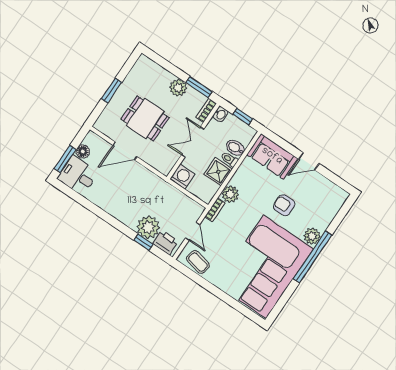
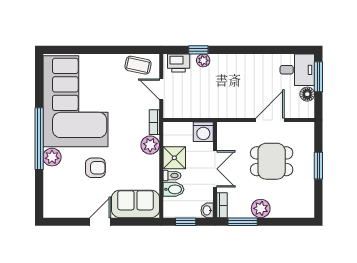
plant: (148, 227) -> (203, 60), width x0.53, depth x0.53

